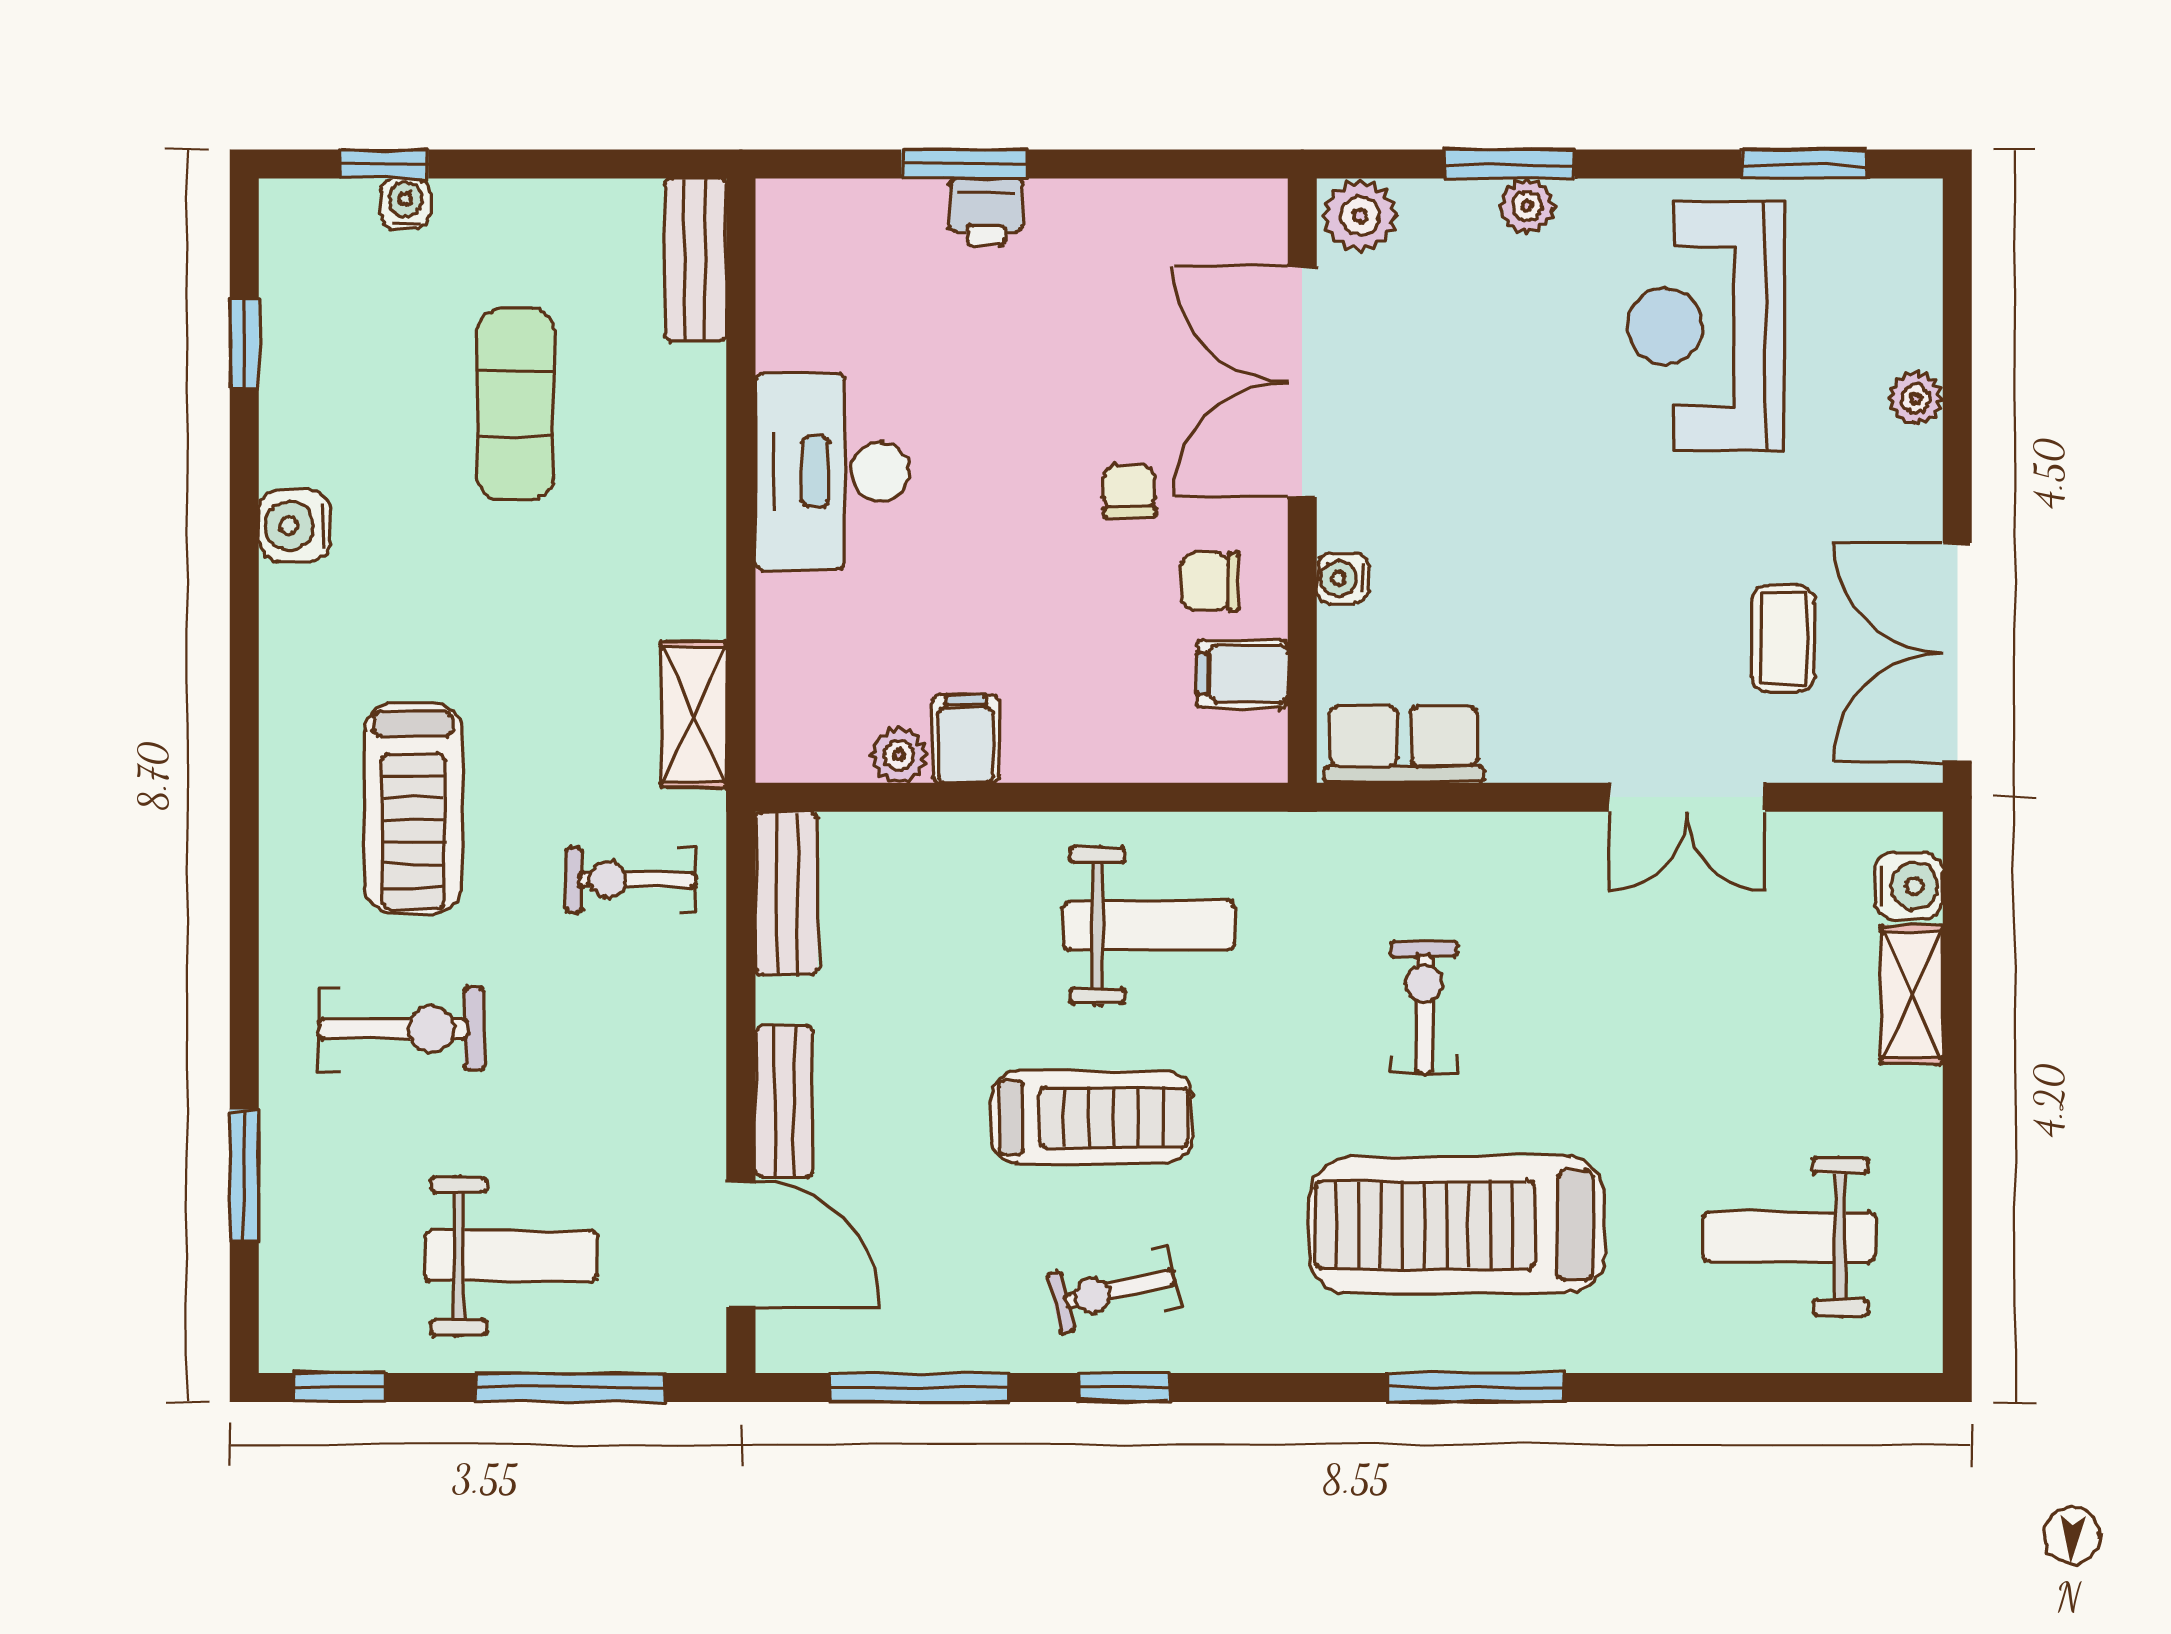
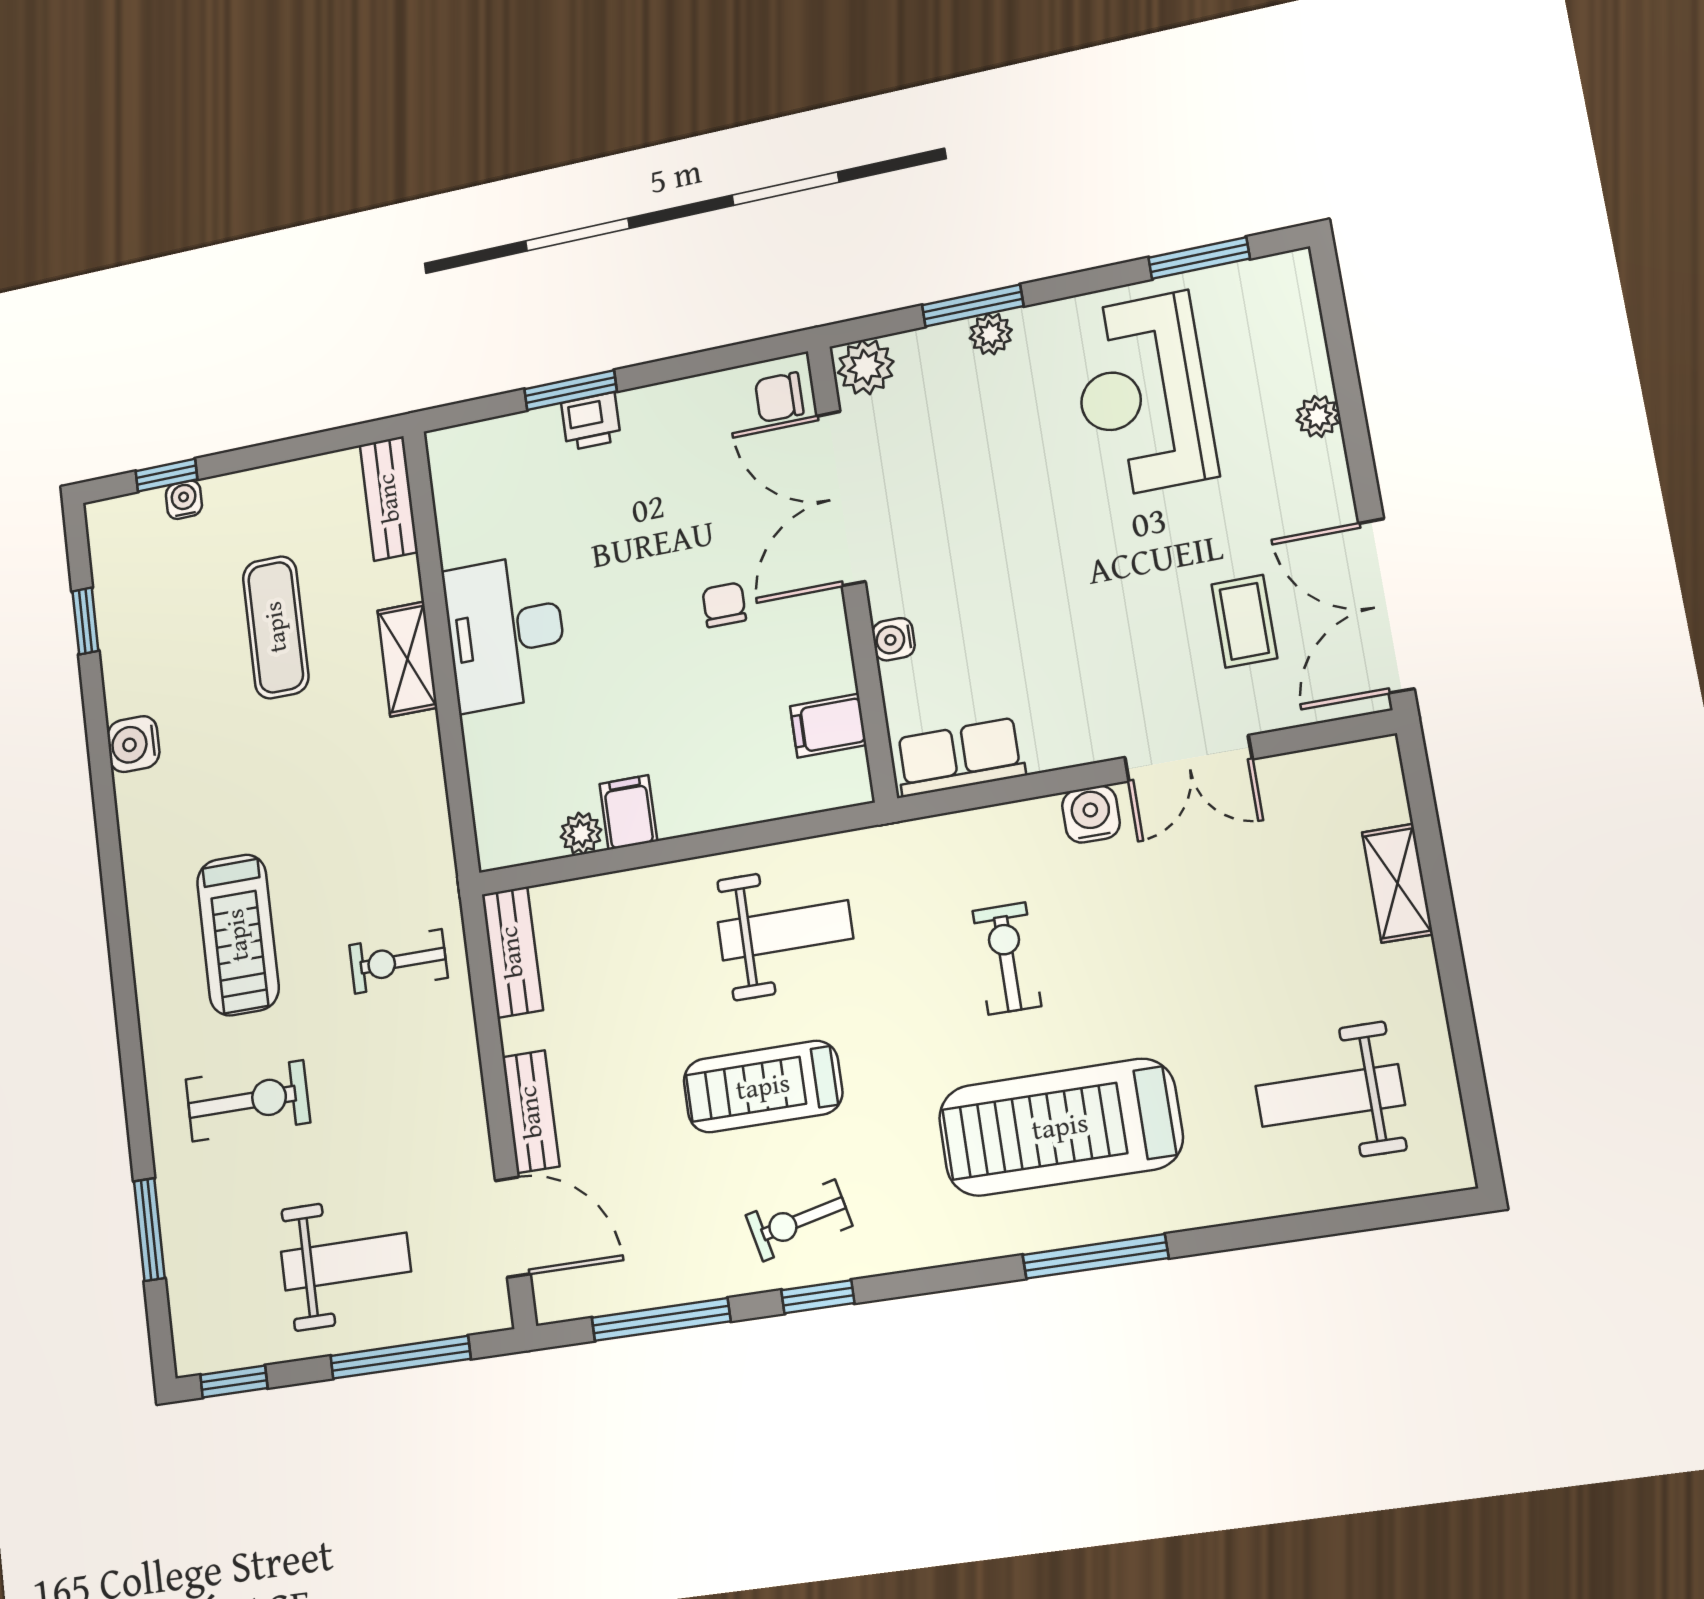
chair: (1211, 582) -> (779, 397), moved
shelving: (694, 715) -> (407, 659), moved
water cooler: (1909, 886) -> (1091, 814), moved, turned -90
treadmill: (1092, 1117) -> (763, 1087), turned 180

